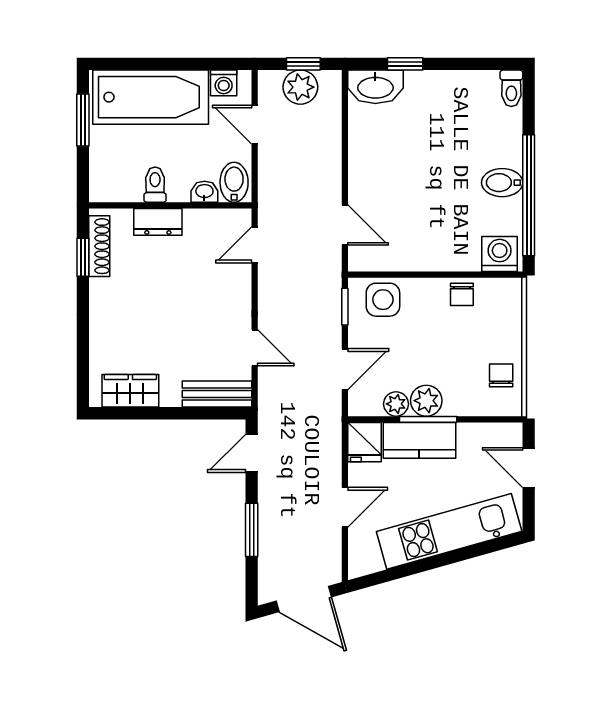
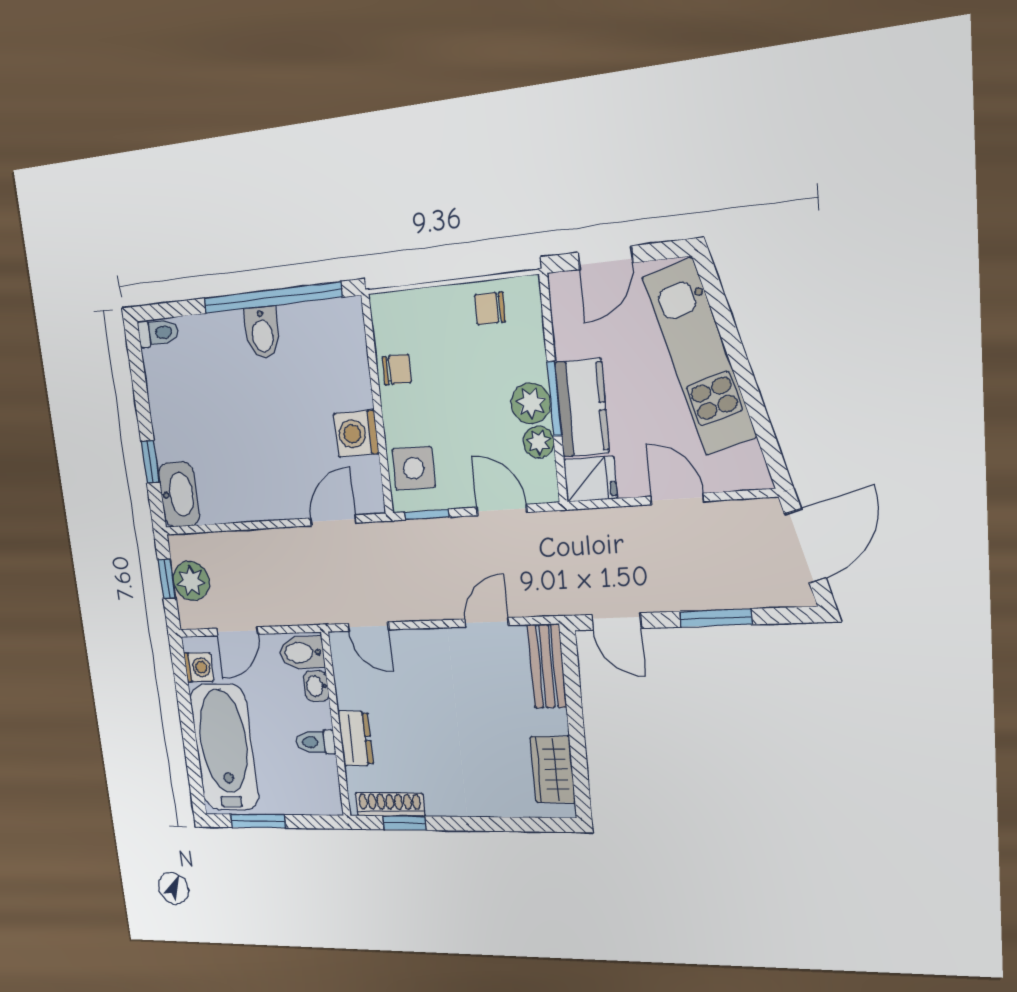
washing machine: (500, 254) -> (356, 434), moved

